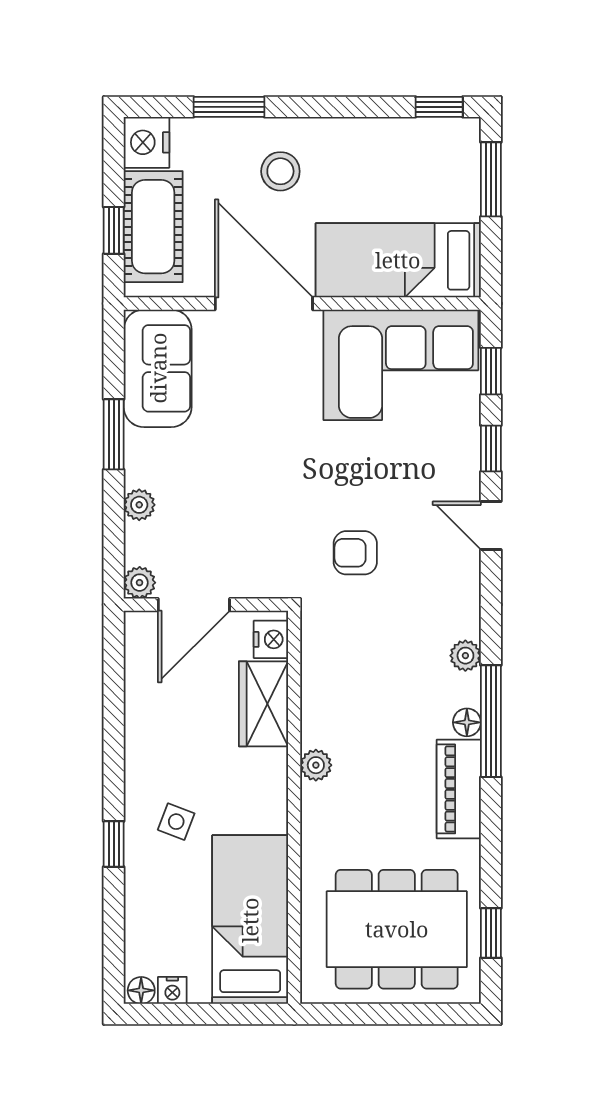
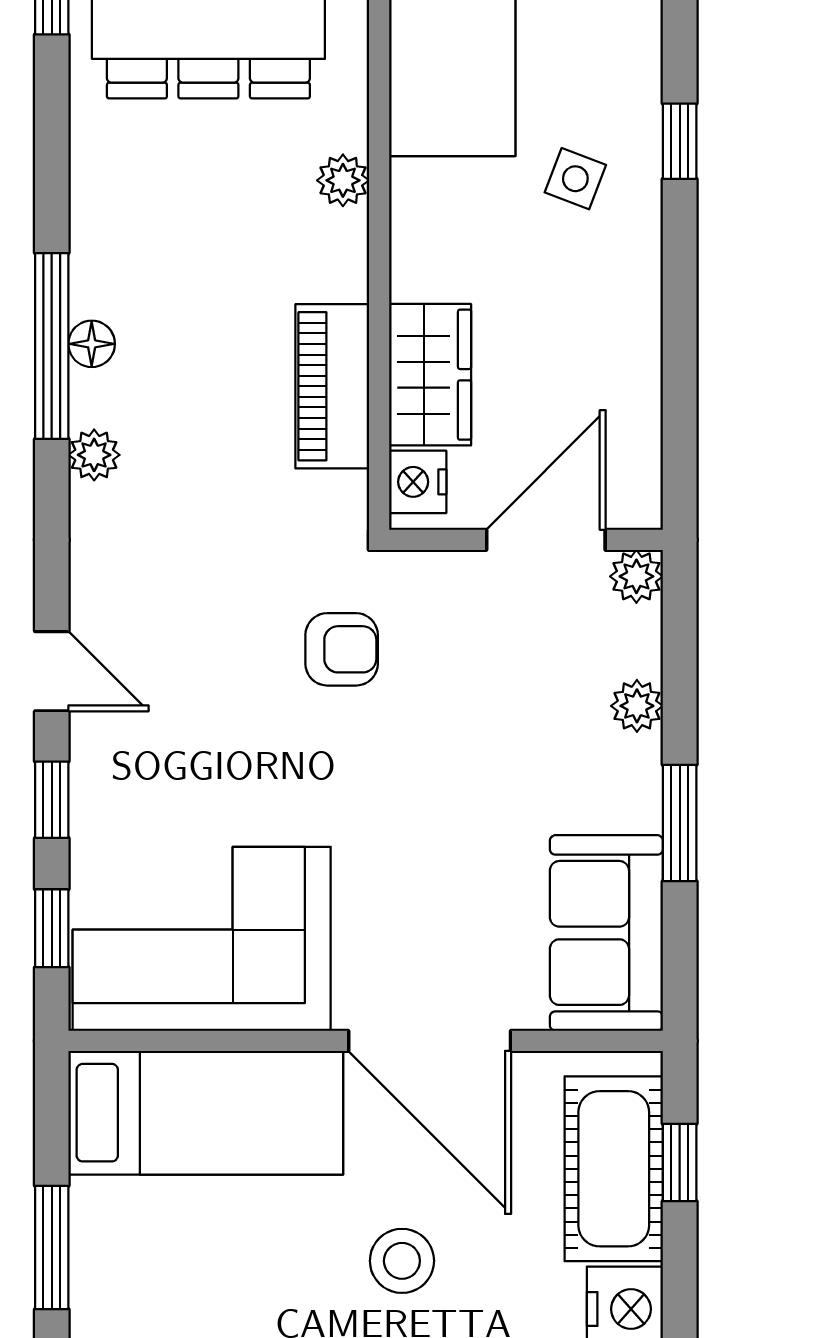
armchair: (355, 553) -> (342, 649), moved
plant: (316, 765) -> (343, 180), moved
piano: (459, 789) -> (332, 386), moved, turned 180

